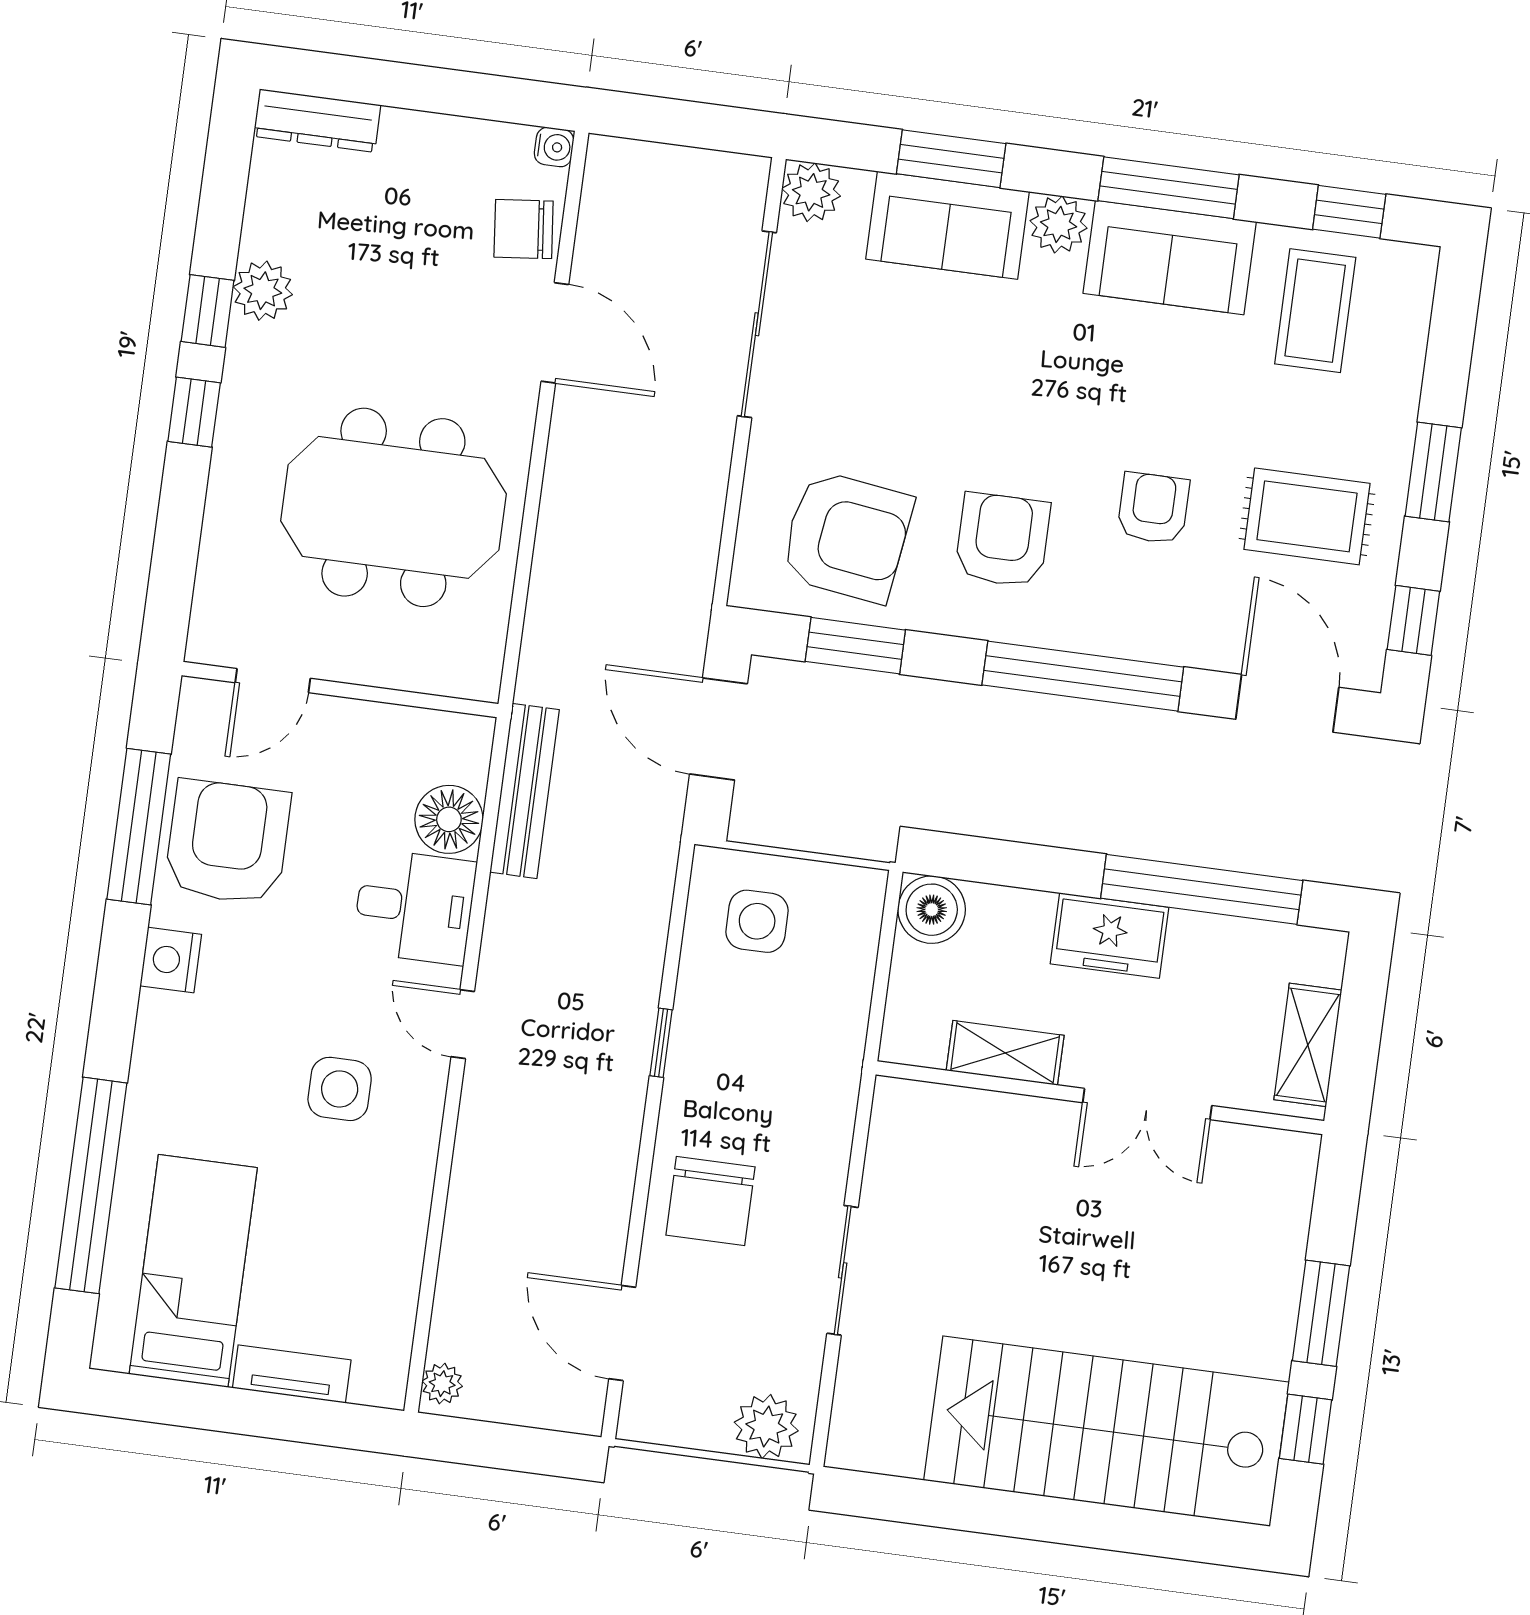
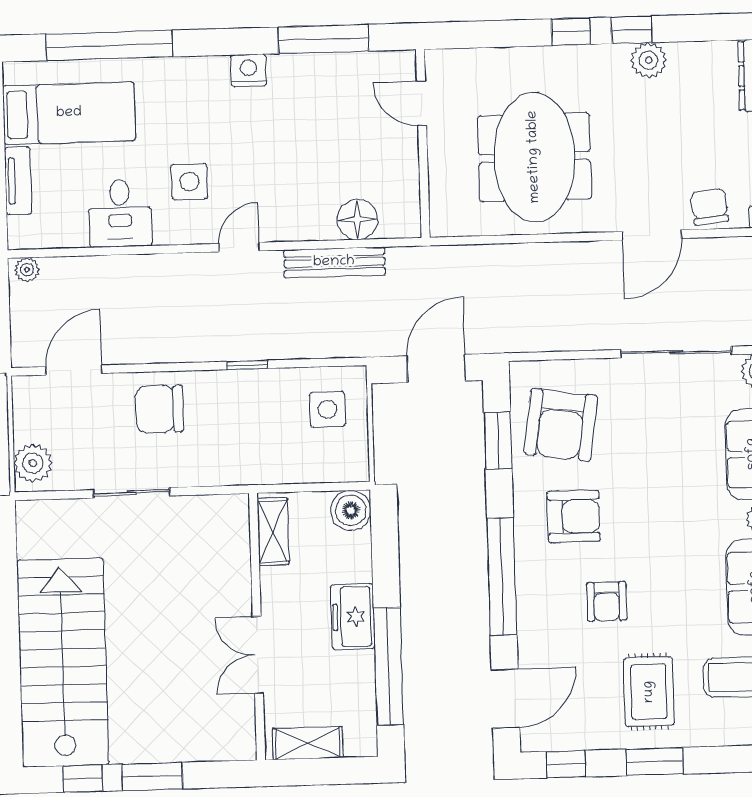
armchair: (1153, 508) -> (607, 601), turned 90
rug: (1307, 516) -> (649, 692), moved
bench: (525, 791) -> (334, 262), moved
armchair: (228, 842) -> (323, 92), removed
desk: (414, 907) -> (120, 213), moved
shelving: (1005, 1053) -> (273, 532), moved

